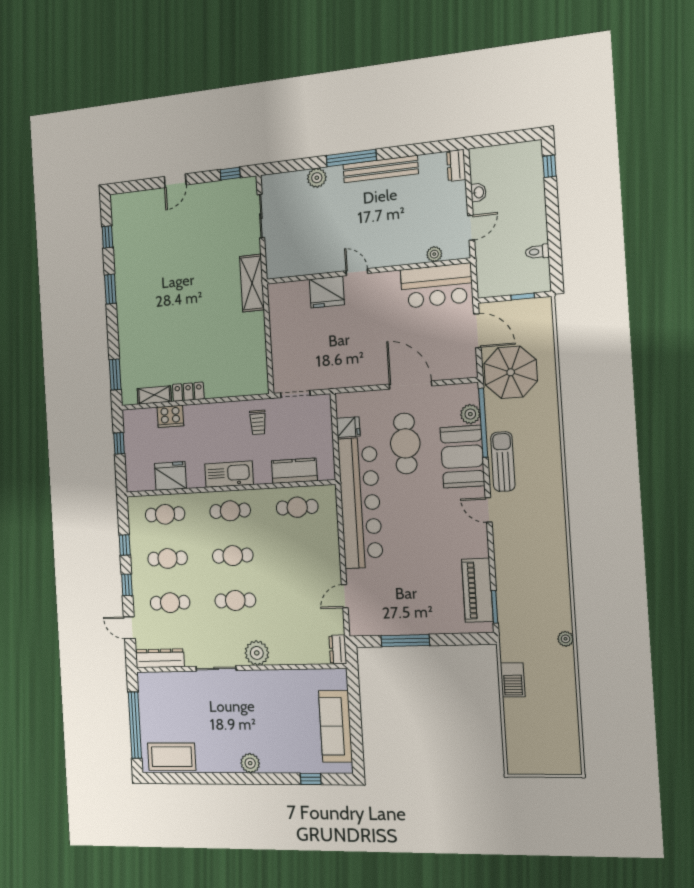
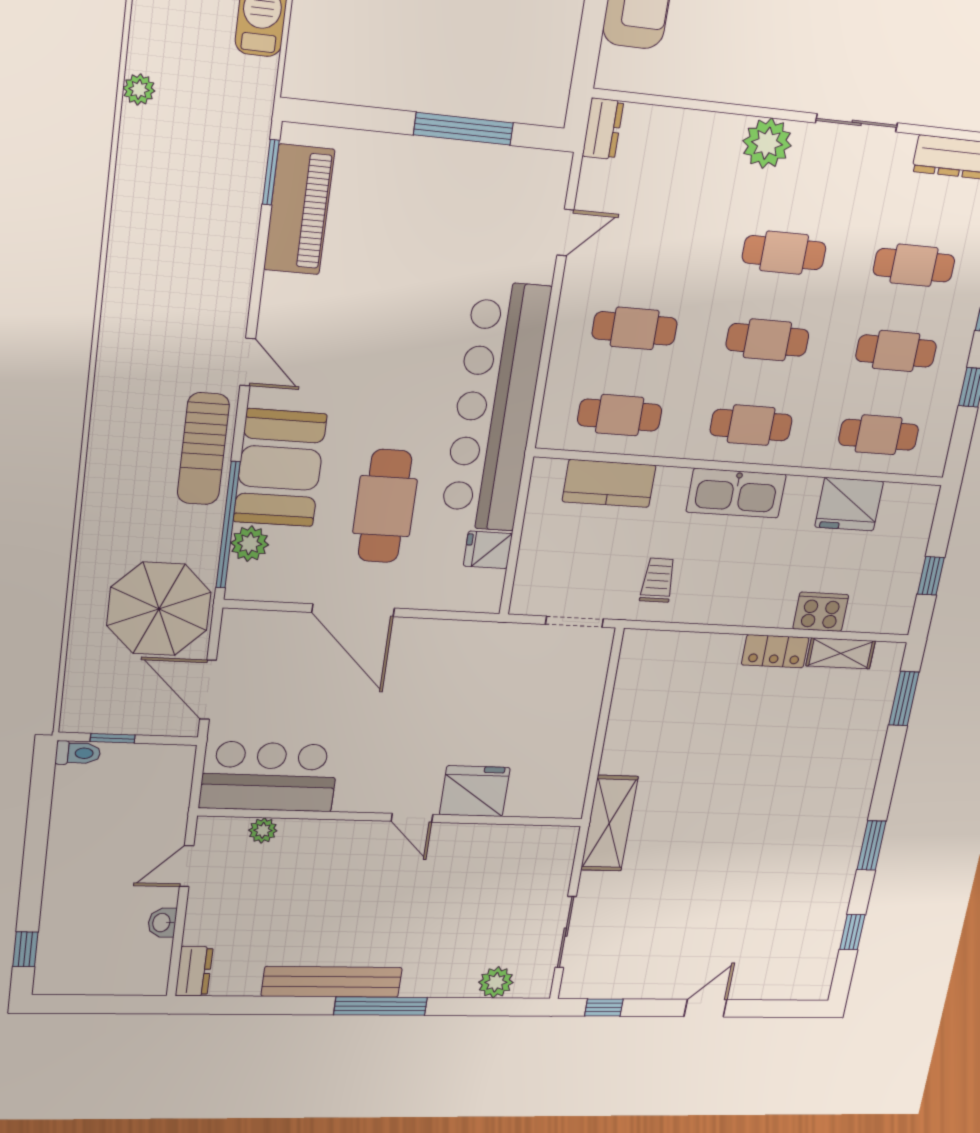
plant: (317, 178) -> (496, 982), moved
toilet: (537, 252) -> (78, 753), moved
cafe table: (300, 553) -> (635, 328), added

